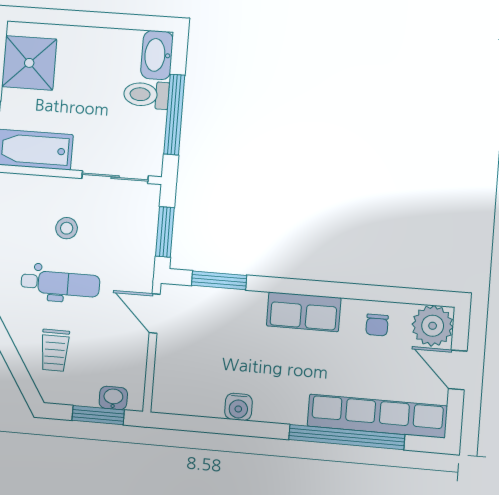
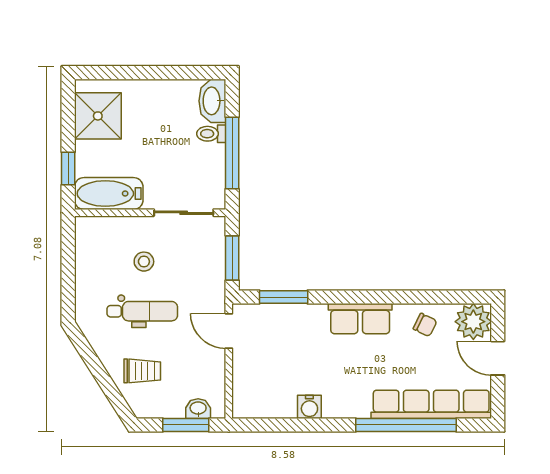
toilet: (146, 95) -> (211, 134), width x0.73, depth x0.72
chair: (377, 325) -> (425, 325), turned -64
trolley: (55, 350) -> (142, 371), turned -90

